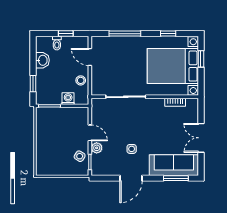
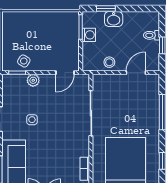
washbasin: (42, 60) -> (114, 19), moved
washing machine: (68, 99) -> (89, 35), moved
door: (90, 133) -> (65, 73), moved

